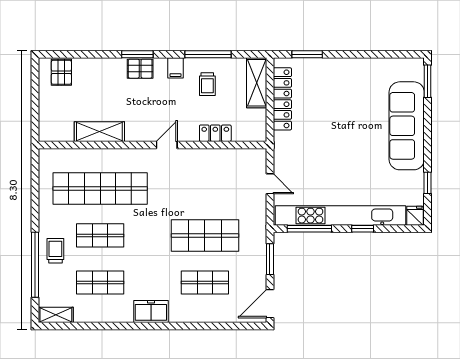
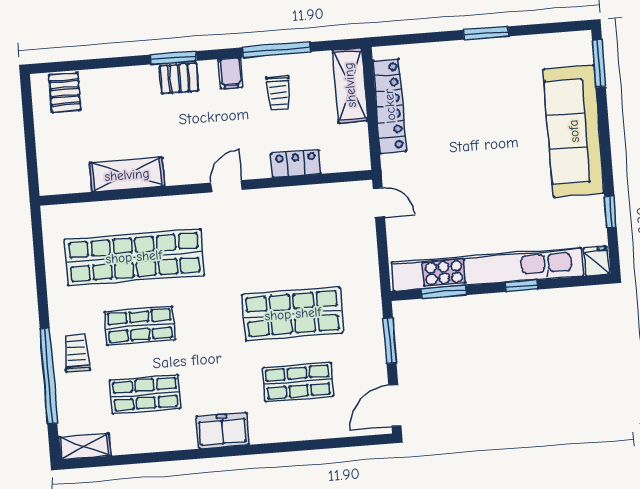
window: (307, 54) -> (486, 33), moved
door: (270, 184) -> (379, 203), moved
window: (309, 229) -> (444, 292), width x0.69

